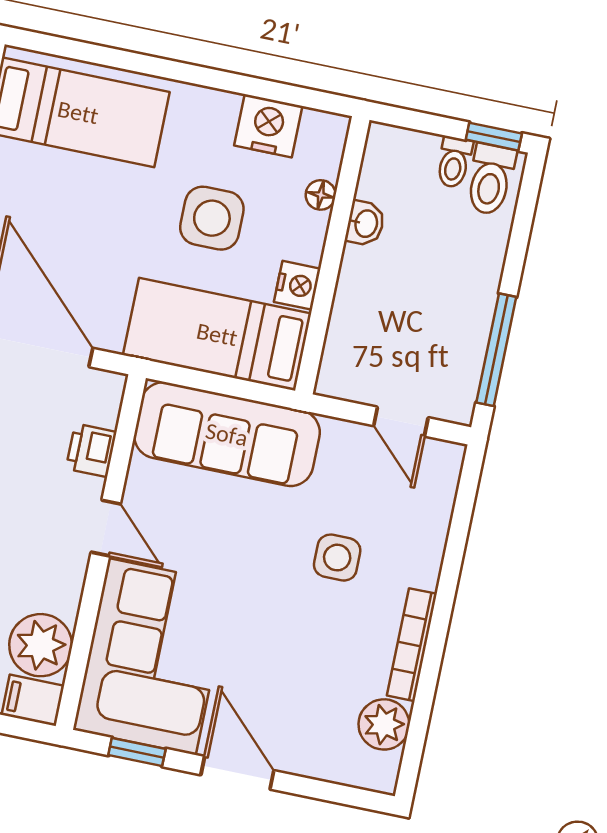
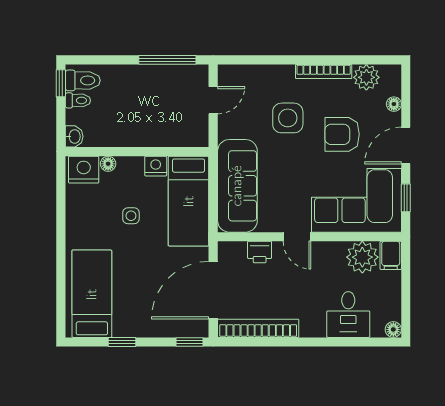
nightstand: (268, 126) -> (84, 170), moved, turned 90
side table: (212, 218) -> (131, 216), width x0.54, depth x0.54
washbasin: (365, 223) -> (74, 136), moved, turned 90
door: (106, 528) -> (297, 237), swing flipped
side table: (337, 558) -> (288, 118), width x1.37, depth x1.37
armchair: (284, 655) -> (342, 134), added
floor lamp: (322, 766) -> (394, 104), added

